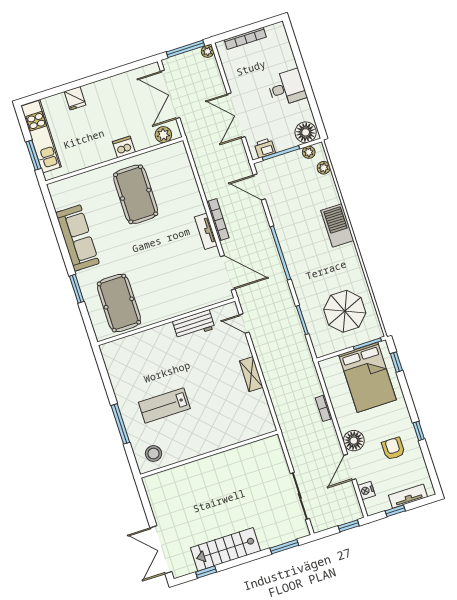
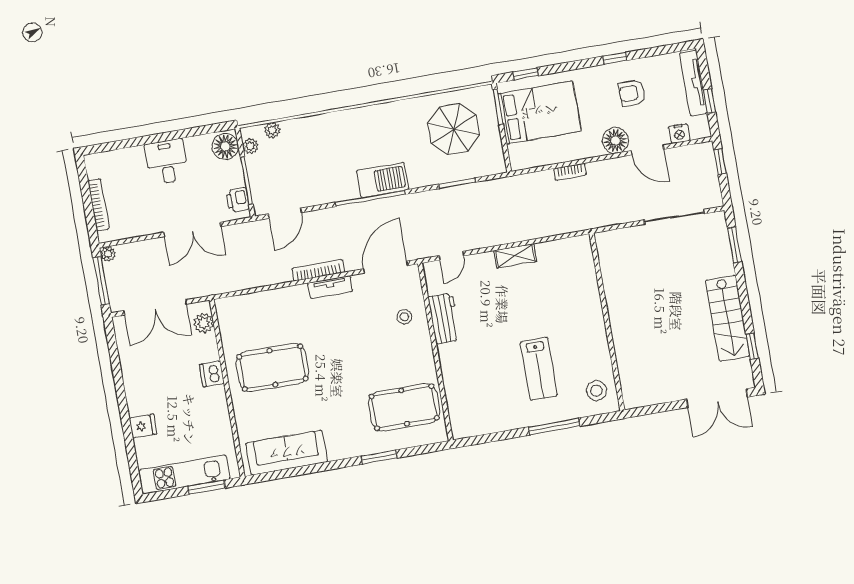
barbecue: (337, 225) -> (383, 180), moved, turned 180
sofa: (77, 238) -> (287, 453), moved
stool: (191, 293) -> (404, 317), added
tv unit: (408, 496) -> (693, 83), width x1.41

